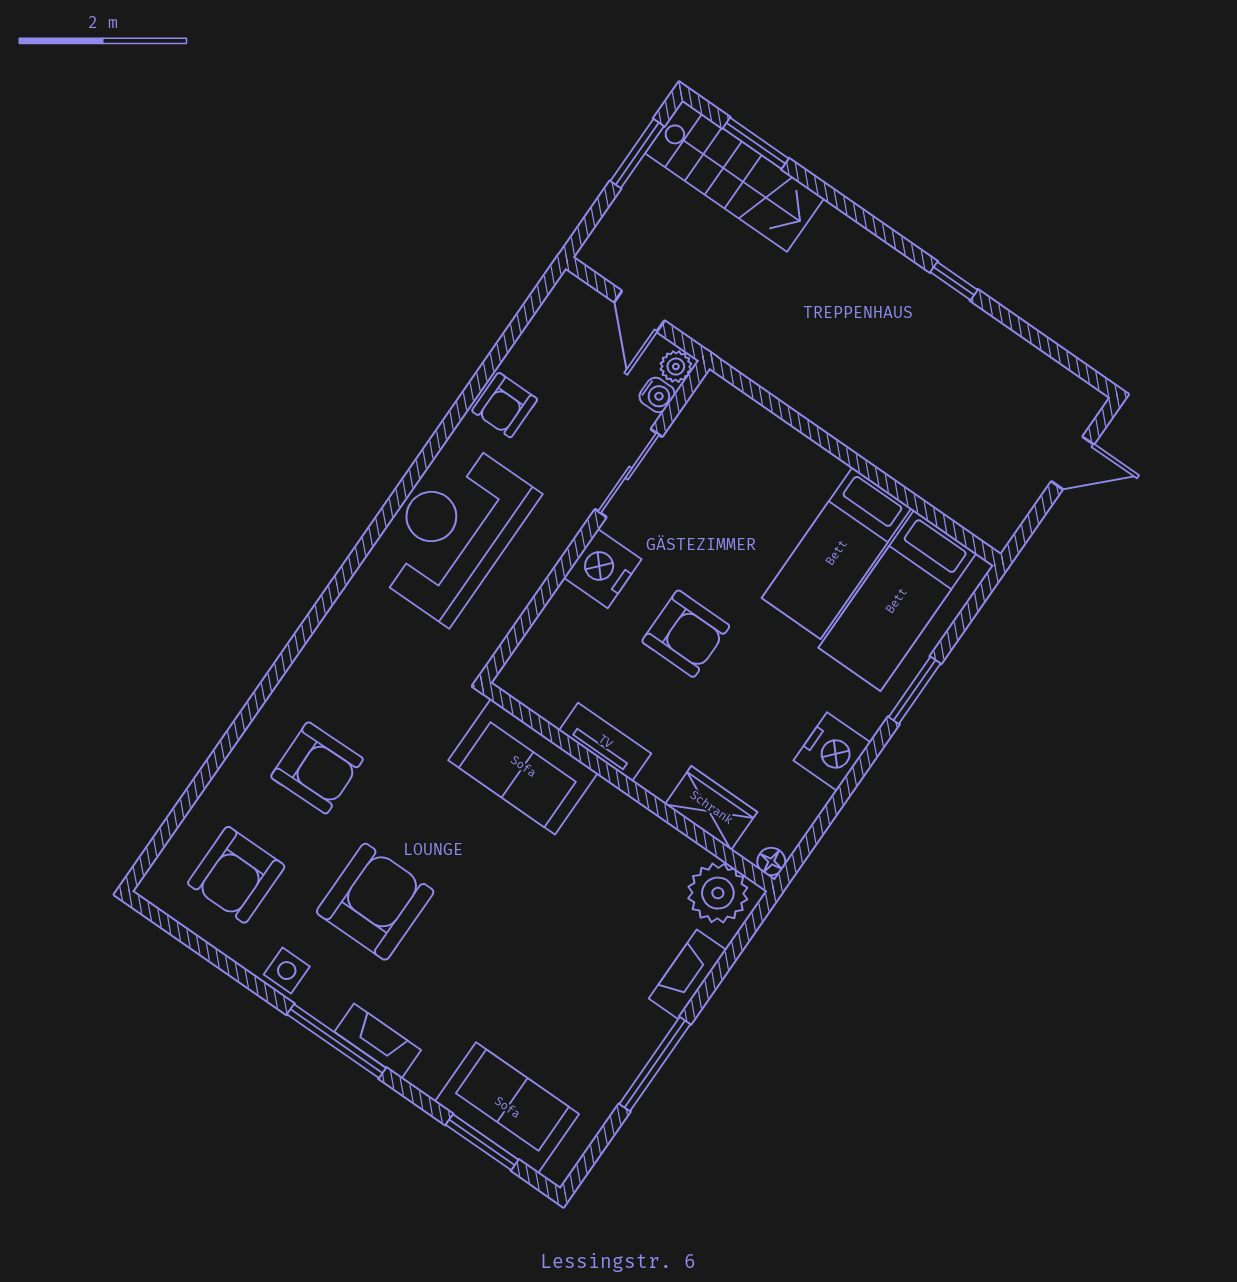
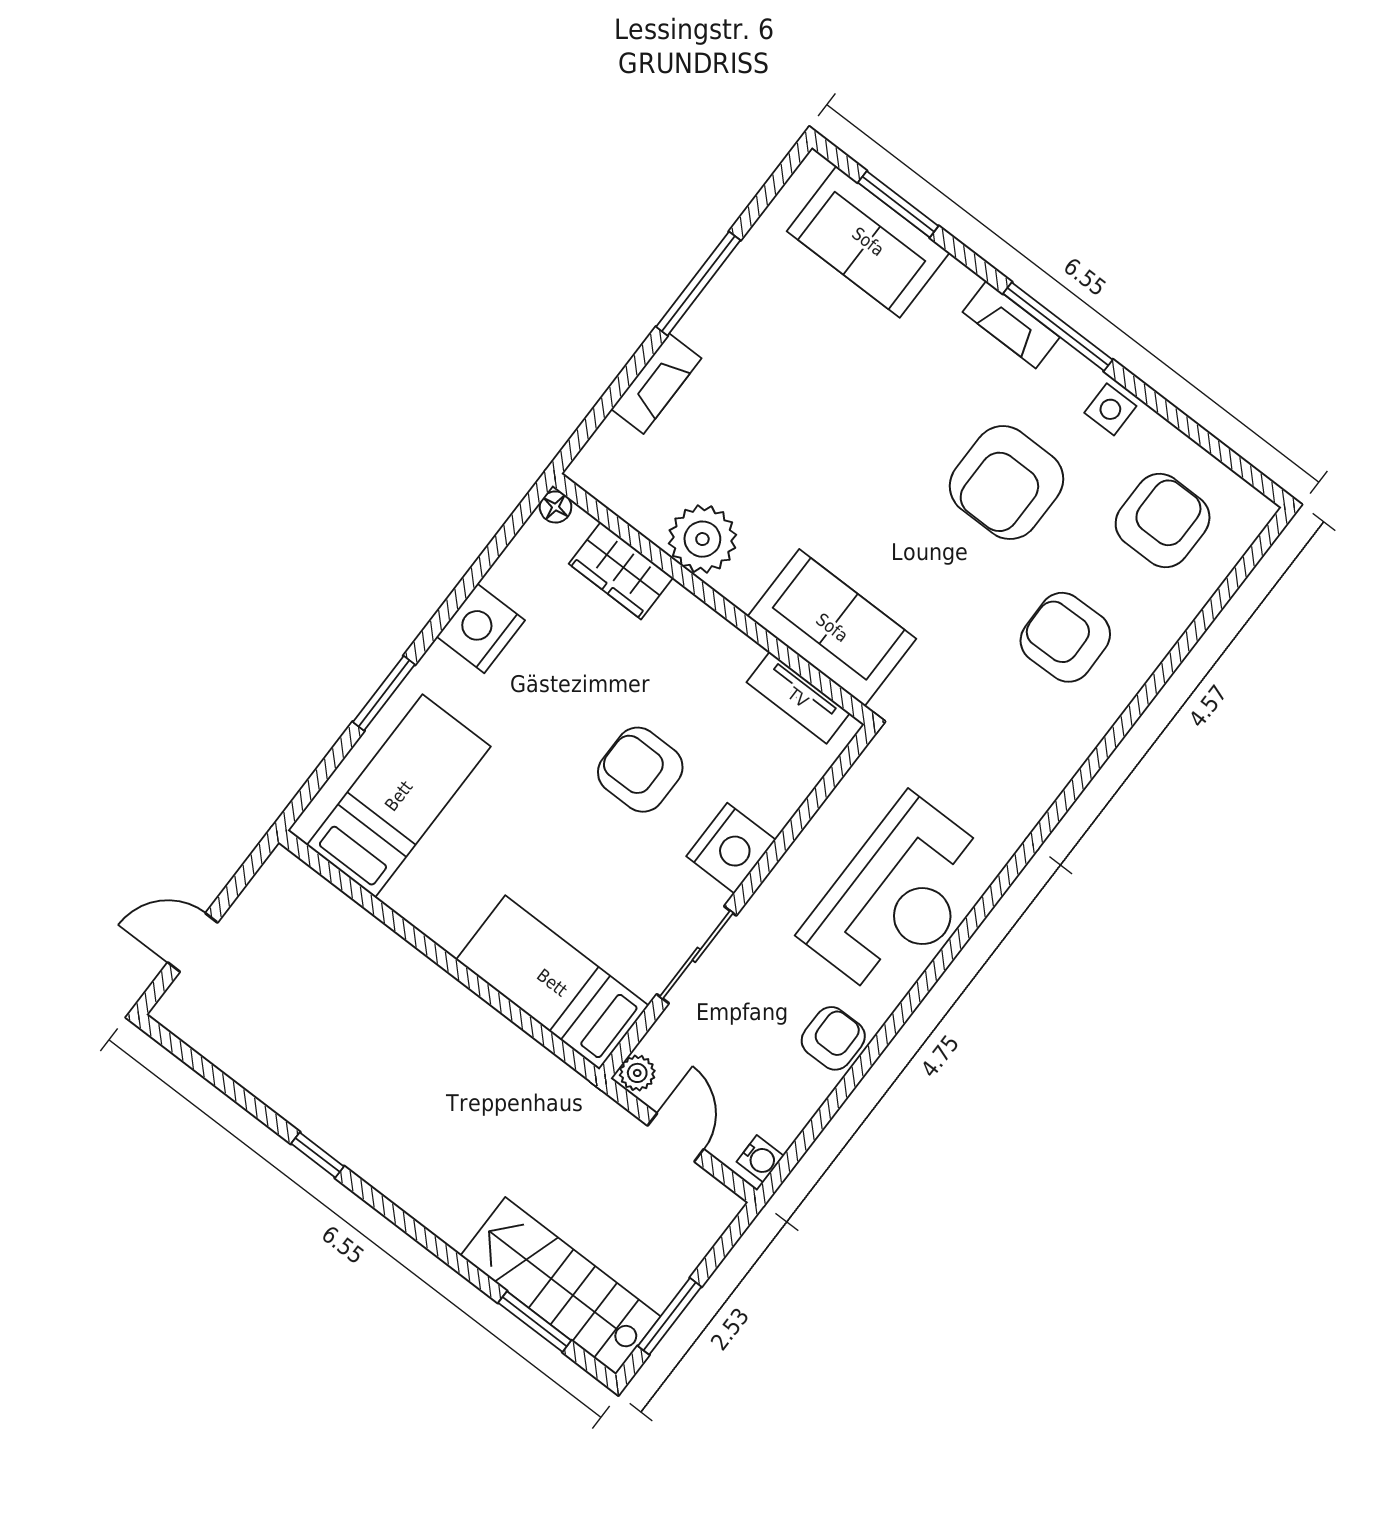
water cooler: (657, 395) -> (760, 1159), moved, turned 180
bed: (837, 553) -> (552, 983), moved, turned -90
tv unit: (605, 742) -> (798, 698), moved
plant: (718, 893) -> (702, 539), moved

